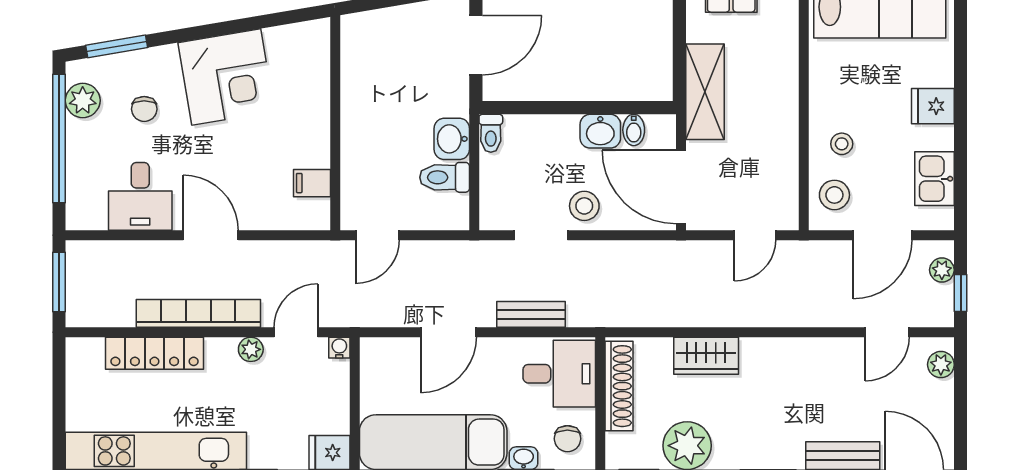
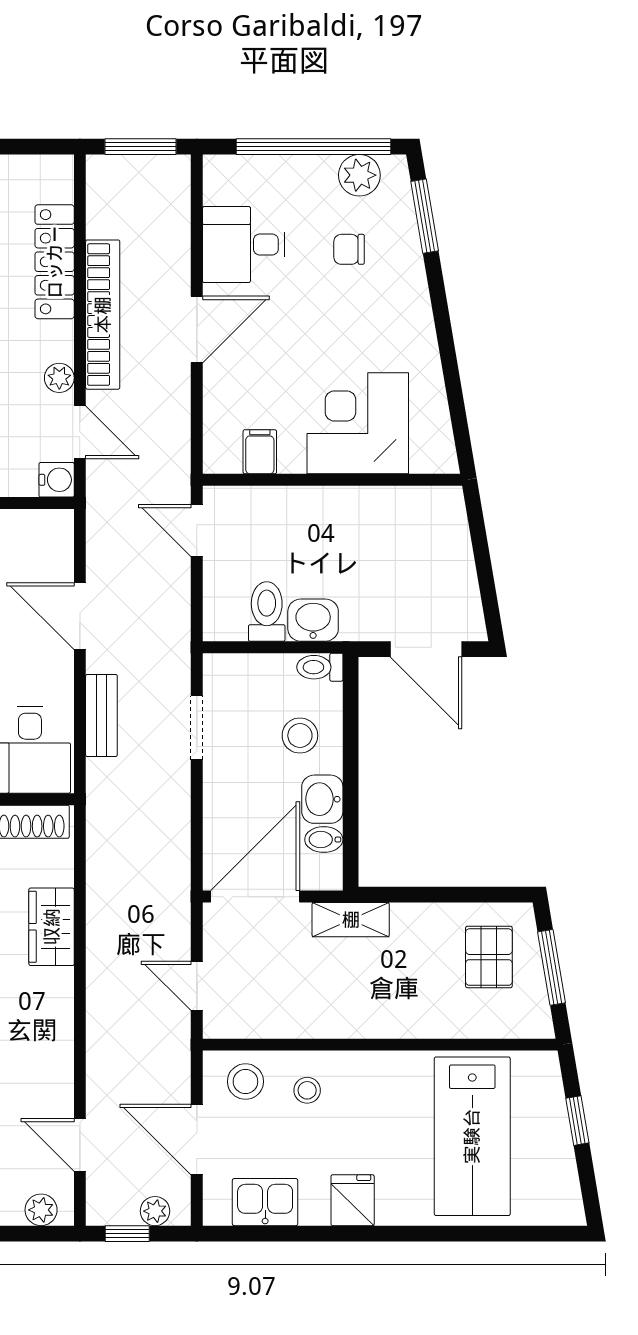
corner desk: (226, 77) -> (358, 423), moved, turned 100
shelving: (705, 92) -> (351, 920), width x0.67, depth x0.75
stool: (584, 206) -> (300, 736), moved
water cooler: (339, 348) -> (57, 480), width x1.38, depth x1.38

